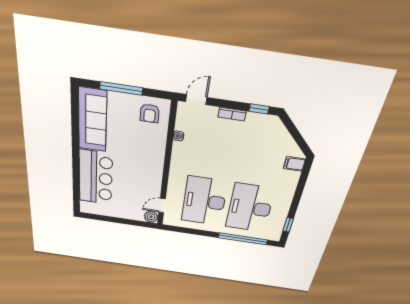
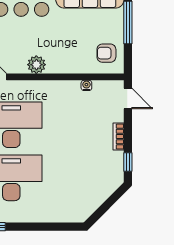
filing cabinet: (294, 164) -> (74, 212), removed
plant: (155, 174) -> (36, 65), added

